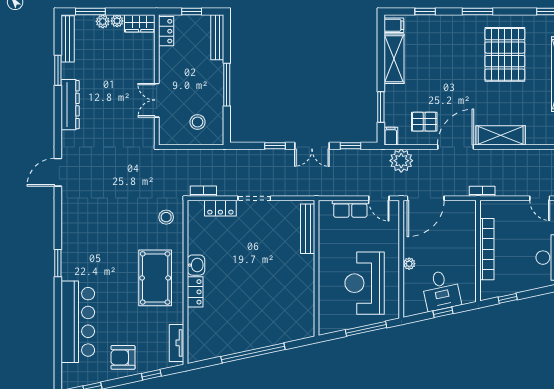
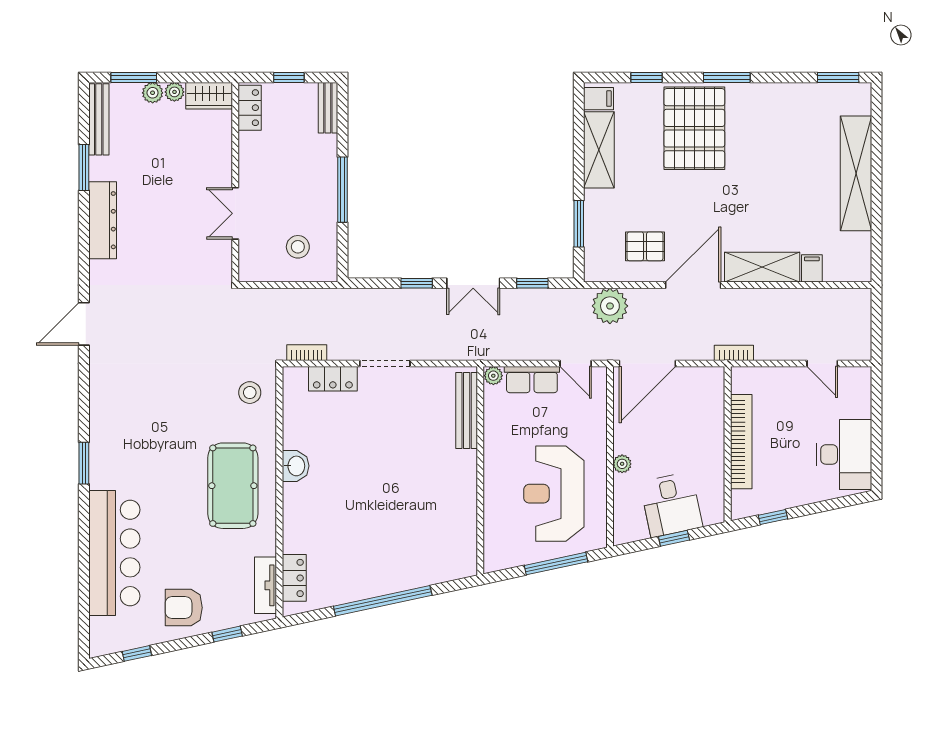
bench: (217, 37) -> (328, 108), width x0.73
pallet: (505, 54) -> (694, 128), moved
filing cabinet: (391, 136) -> (812, 268), moved
plant: (325, 206) -> (493, 376), added
locker: (195, 292) -> (294, 578), moved

